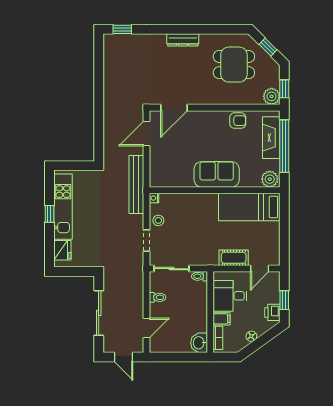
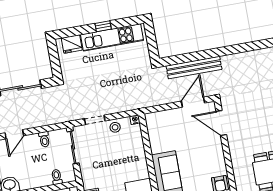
door: (147, 133) -> (193, 102), hinge flipped
bench: (136, 185) -> (194, 68), moved
toilet: (200, 276) -> (57, 177), moved
door: (147, 328) -> (14, 134), hinge flipped

